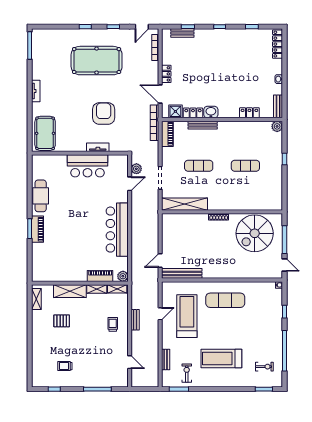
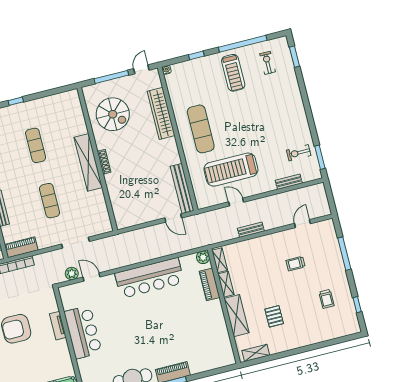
shelving: (185, 204) -> (88, 162), moved
spiral stairs: (255, 233) -> (113, 114), width x0.73, depth x0.73
wardrobe: (246, 272) -> (161, 113), added
trolley: (113, 324) -> (295, 264), moved
treadmill: (221, 359) -> (233, 73), moved, width x0.73, depth x0.73

